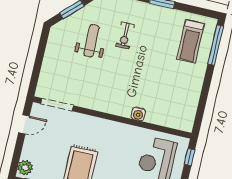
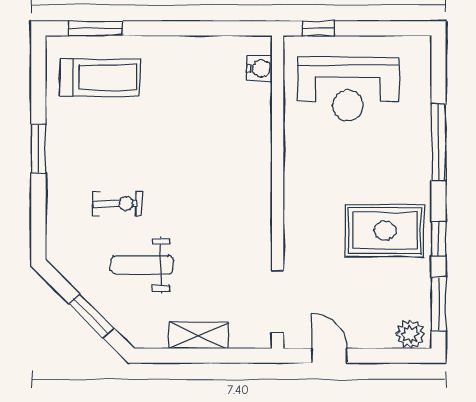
window: (216, 45) -> (96, 28), width x0.69
shelving: (49, 61) -> (199, 336), added
water cooler: (138, 114) -> (259, 68), moved

